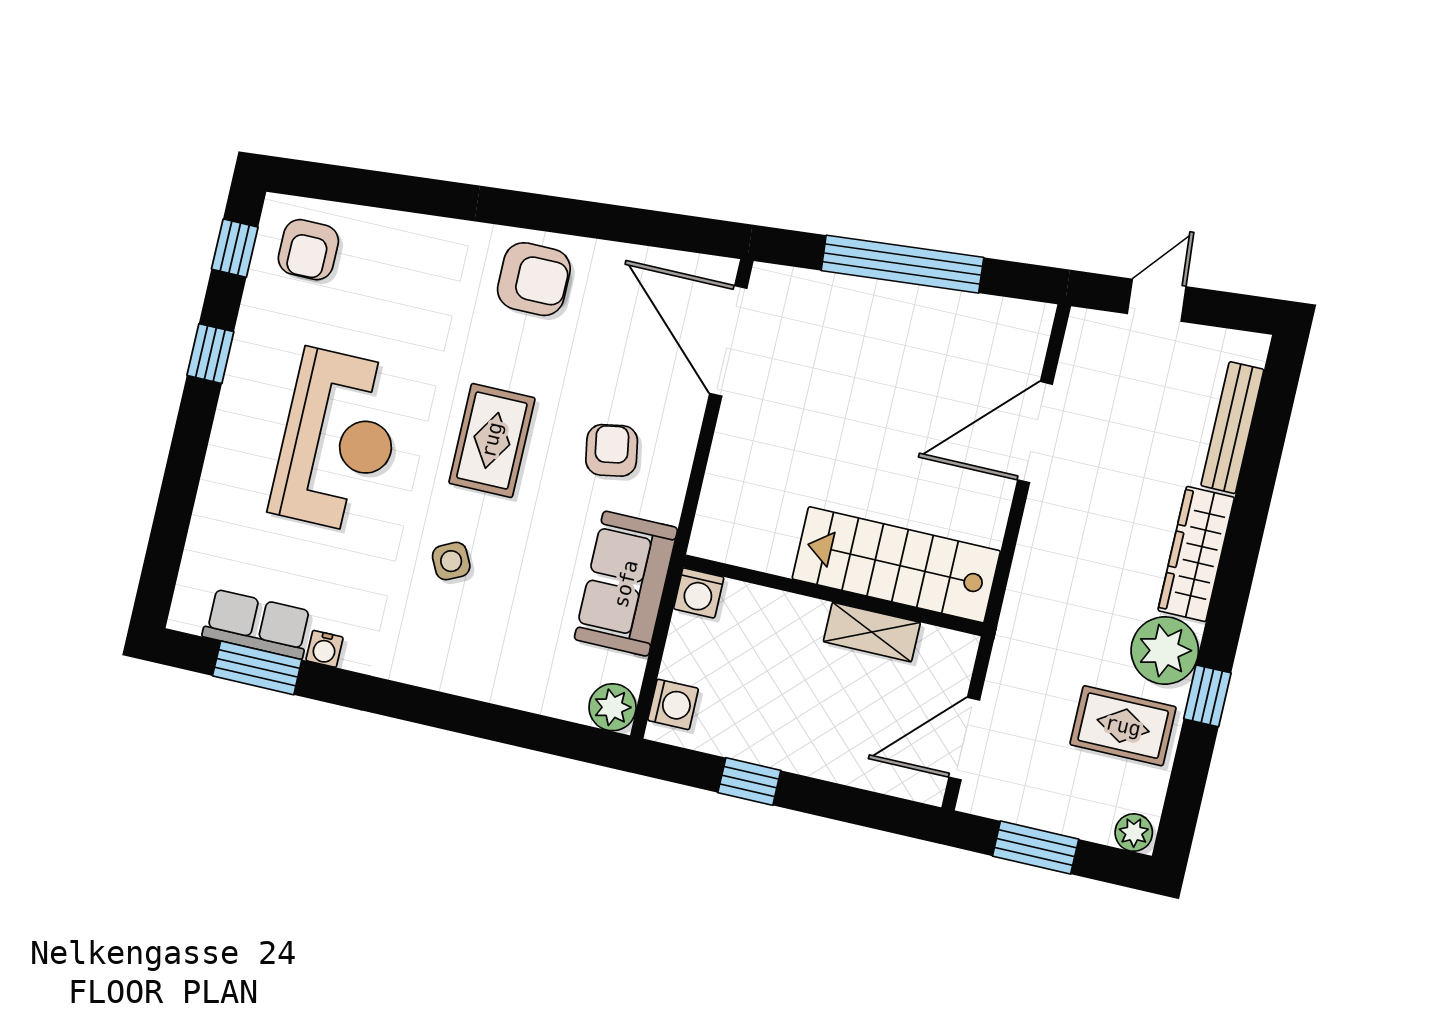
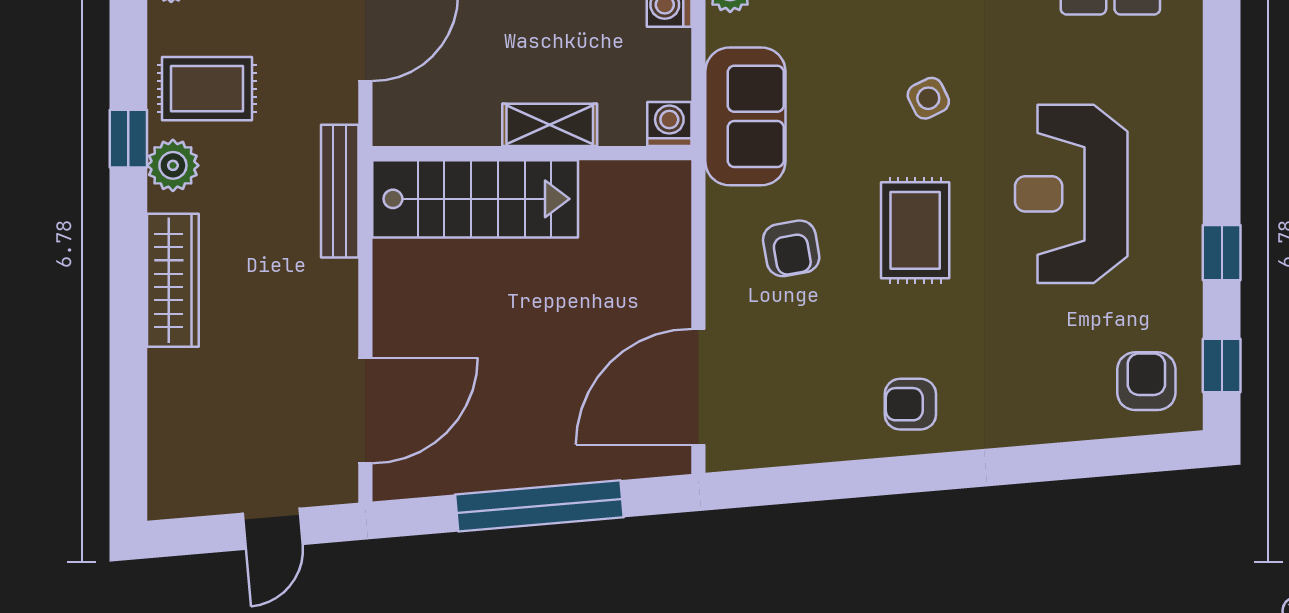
armchair: (534, 279) -> (910, 404), width x0.72, depth x0.72
door: (728, 341) -> (698, 387), swing flipped
bench: (1232, 428) -> (340, 191), moved
door: (1035, 432) -> (365, 410), moved
shelving: (872, 632) -> (550, 125), moved
plant: (1165, 651) -> (173, 165), width x0.73, depth x0.73

